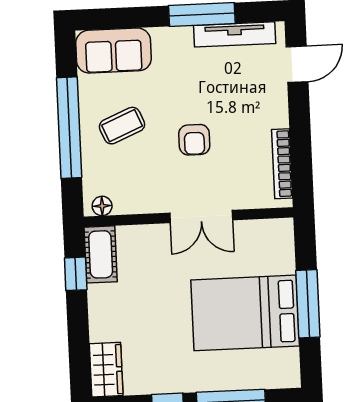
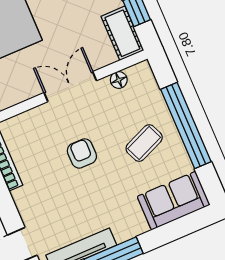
floor lamp: (102, 206) -> (119, 80), moved
double door: (201, 216) -> (70, 87), moved

